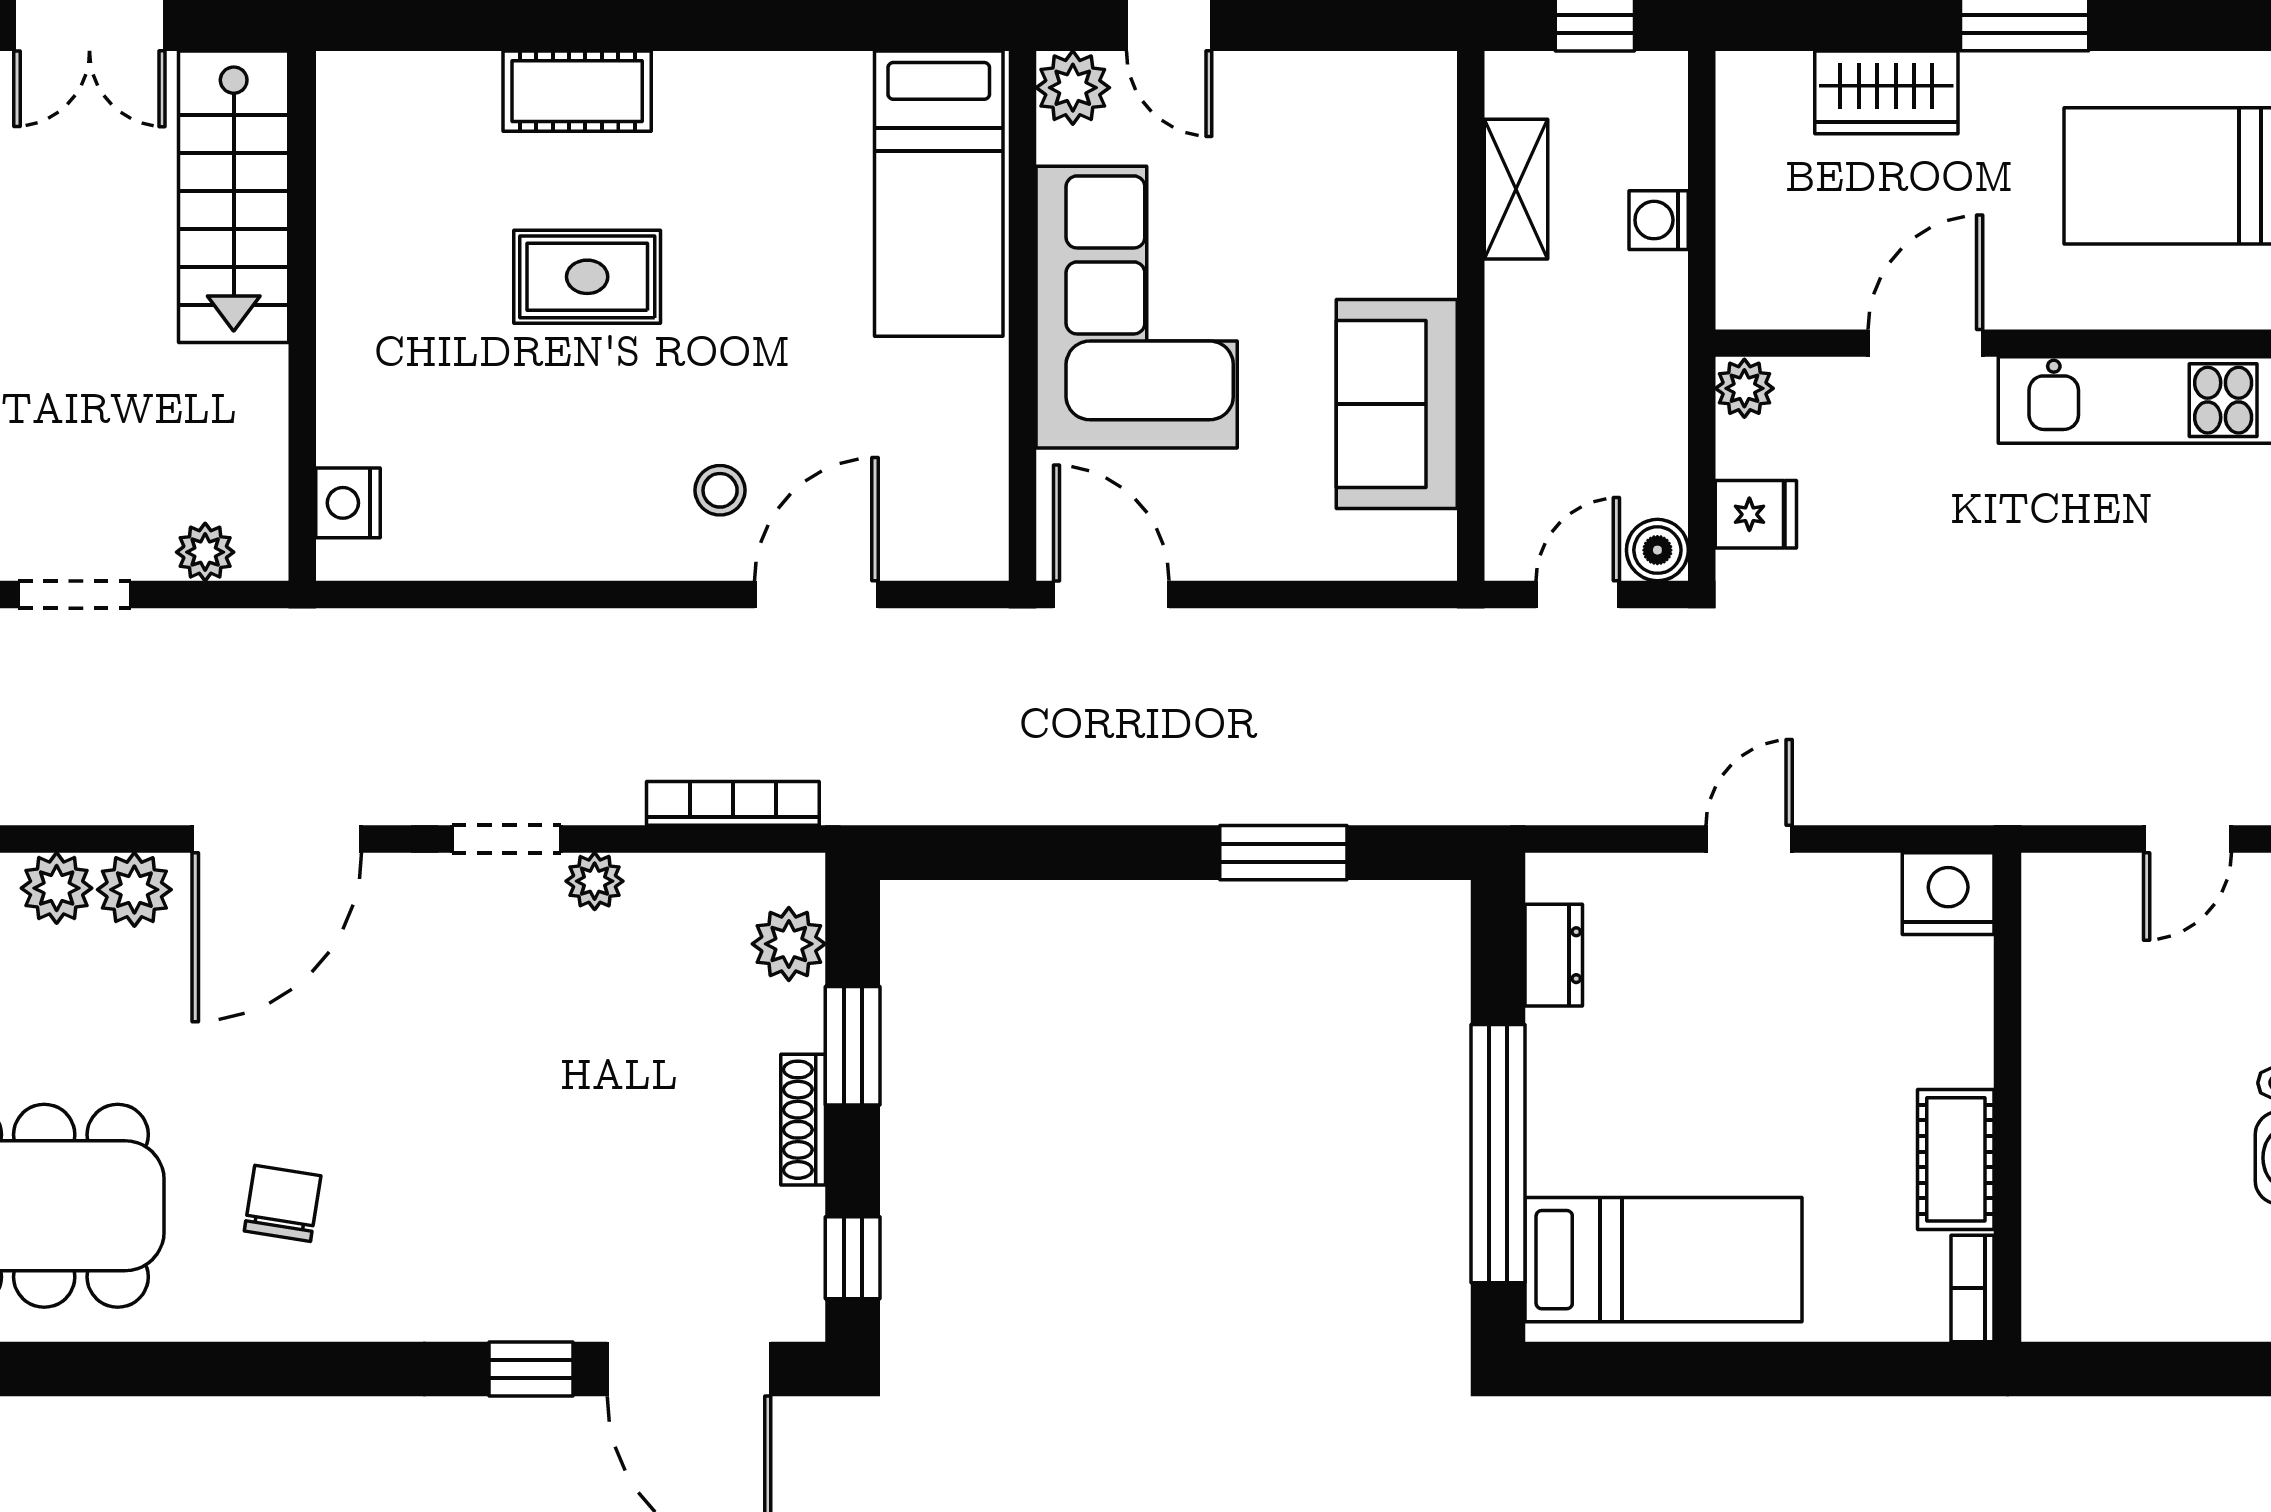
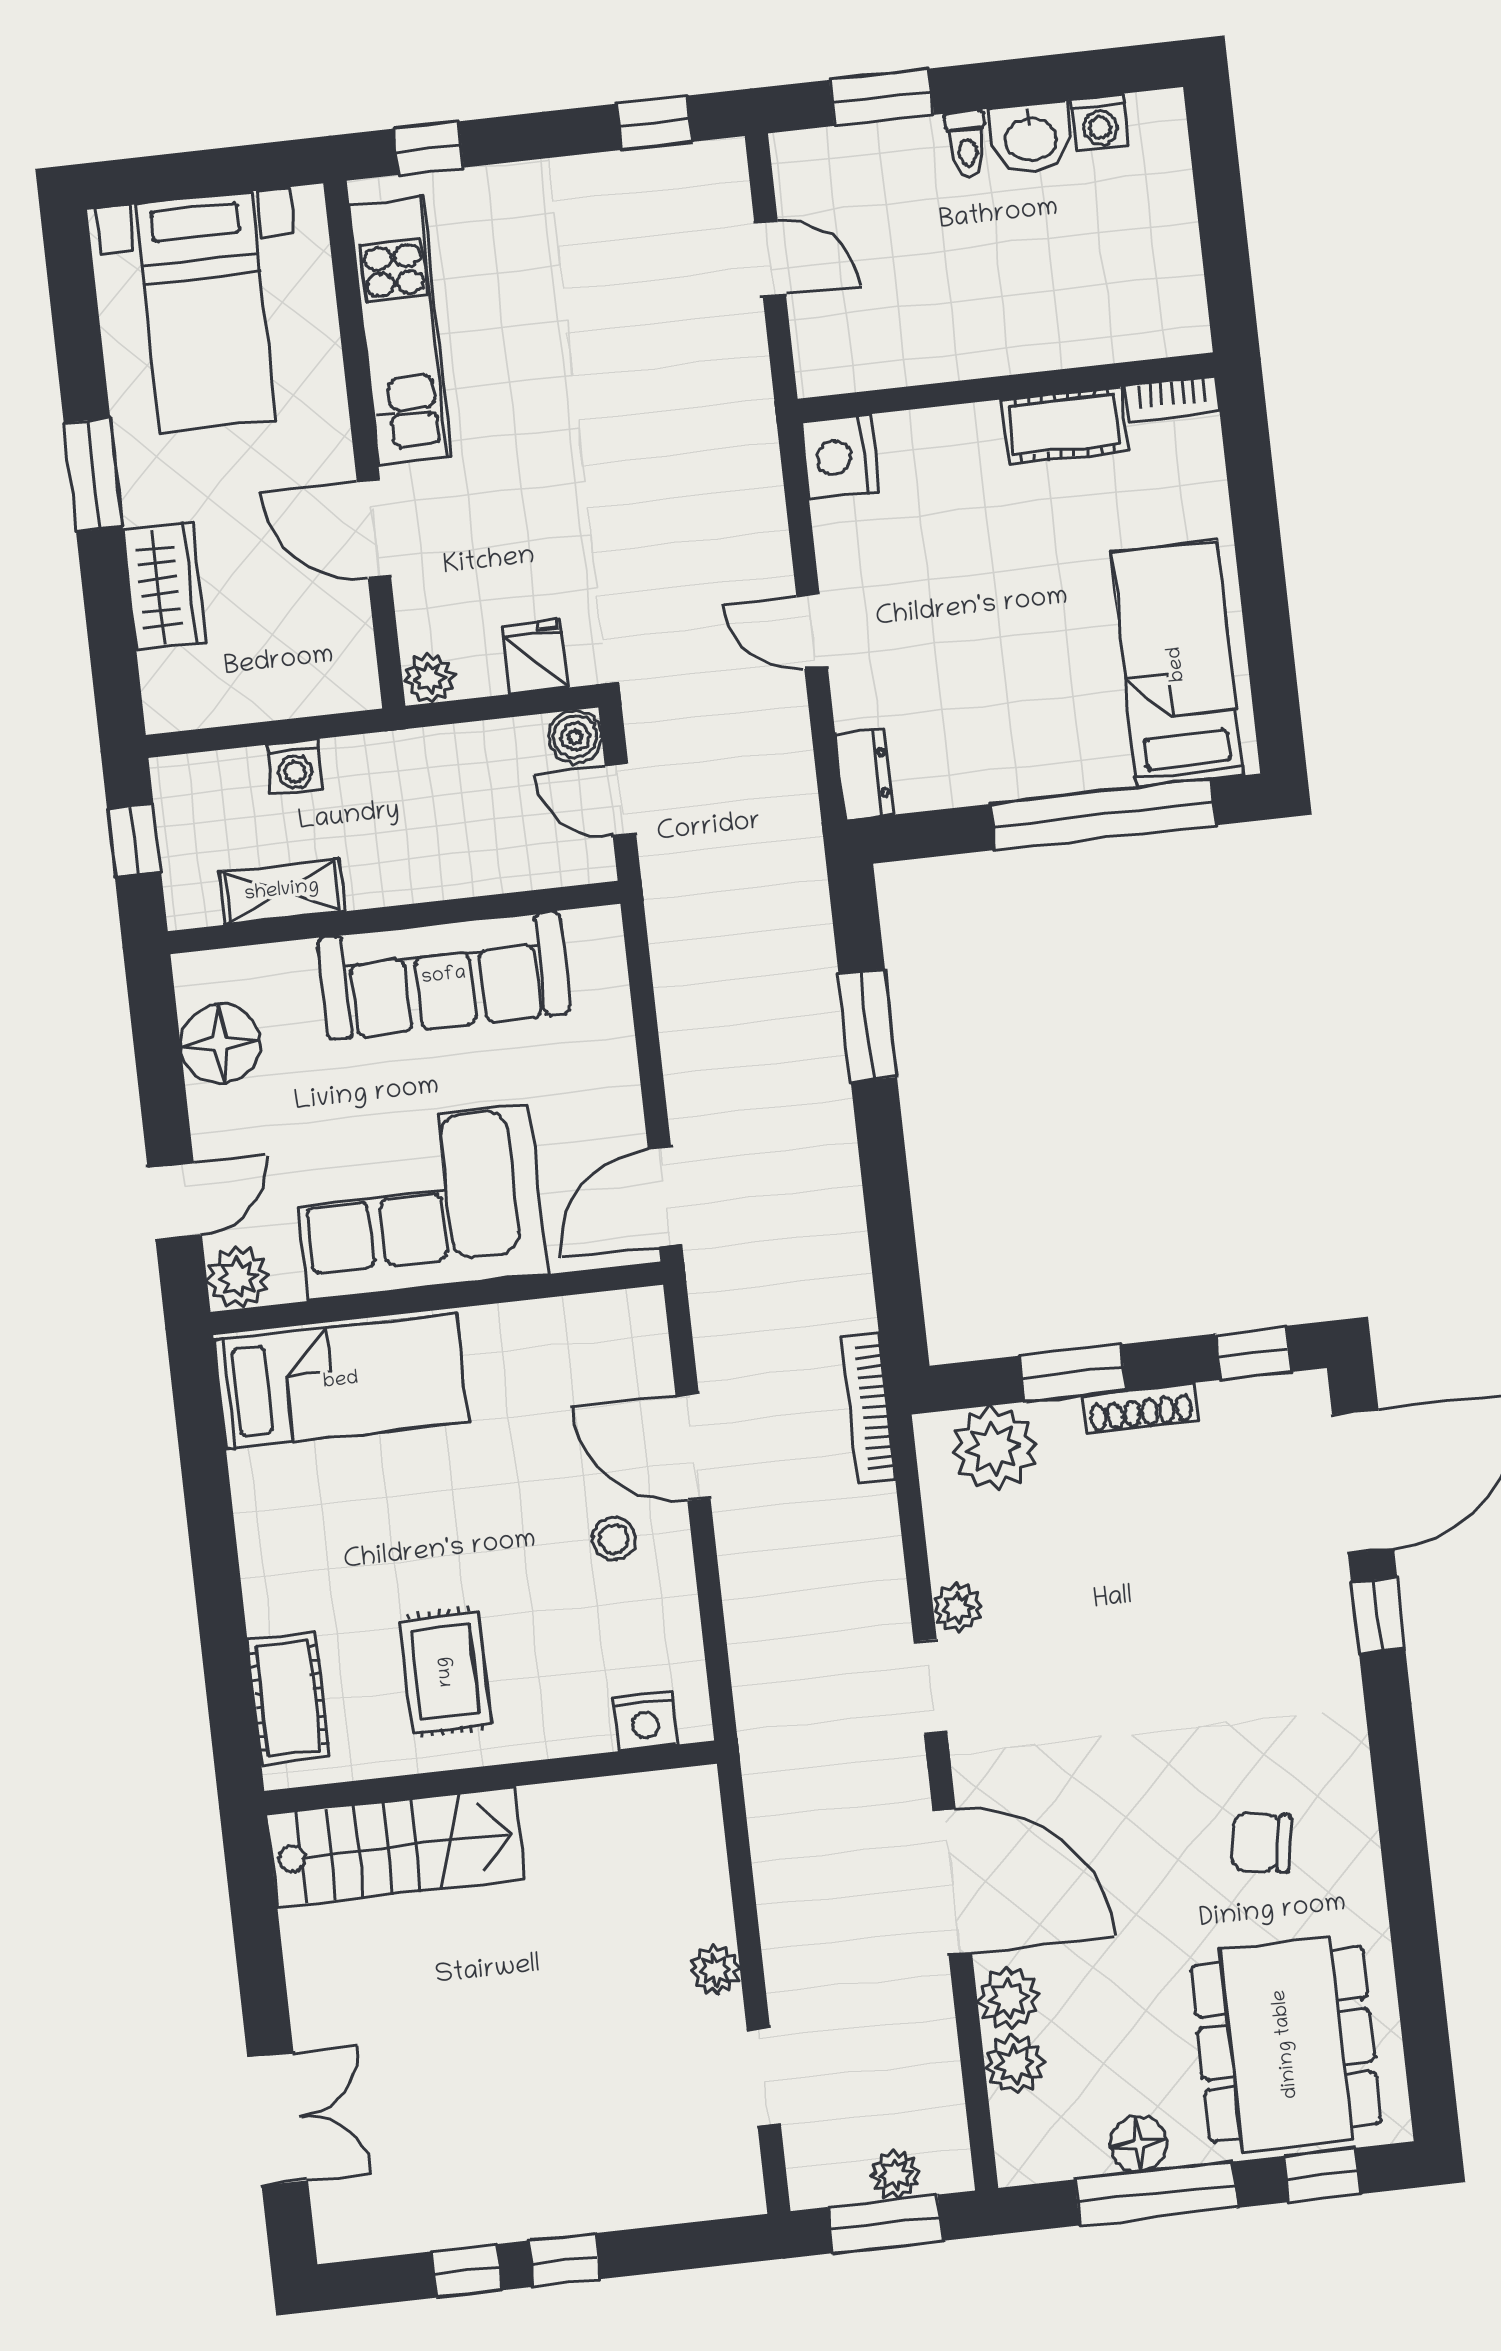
floor lamp: (1347, 98) -> (221, 1044), added
stairs: (234, 197) -> (396, 1847), moved
wall: (302, 316) -> (491, 1777), moved
sofa: (1397, 404) -> (444, 976), width x1.36
nightstand: (348, 503) -> (645, 1721), moved
bookcase: (733, 803) -> (868, 1408), moved
plant: (789, 944) -> (994, 1448), width x1.36, depth x1.36
dresser: (1554, 955) -> (864, 774), moved, turned 90

